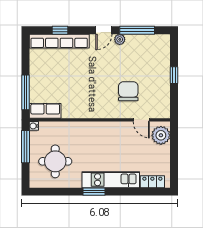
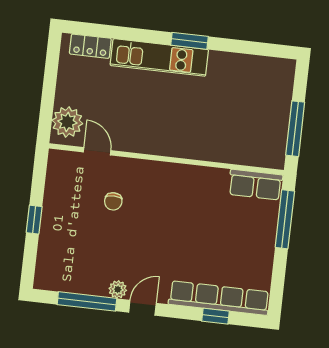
chair: (128, 91) -> (113, 201), width x0.54, depth x0.54
water cooler: (34, 126) -> (277, 162), removed
round table: (55, 161) -> (248, 99), removed

